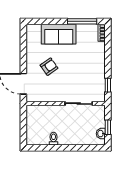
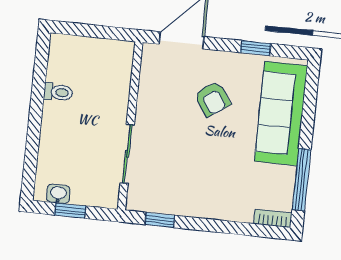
sofa: (59, 34) -> (281, 113), width x1.36
window: (23, 49) -> (255, 48), added

